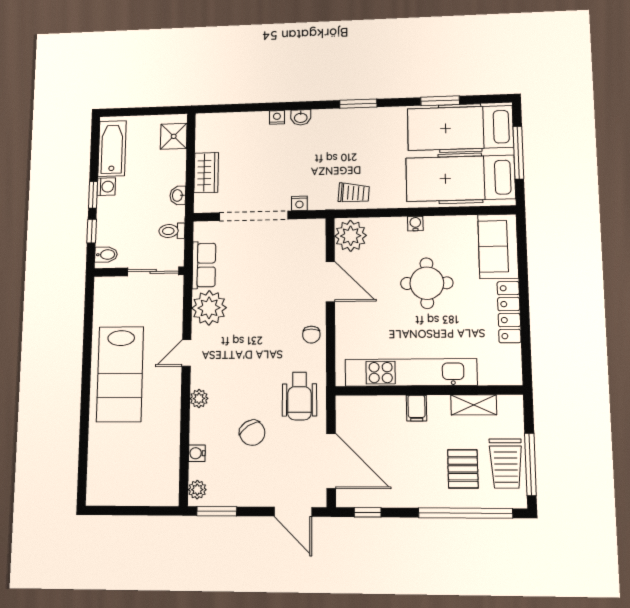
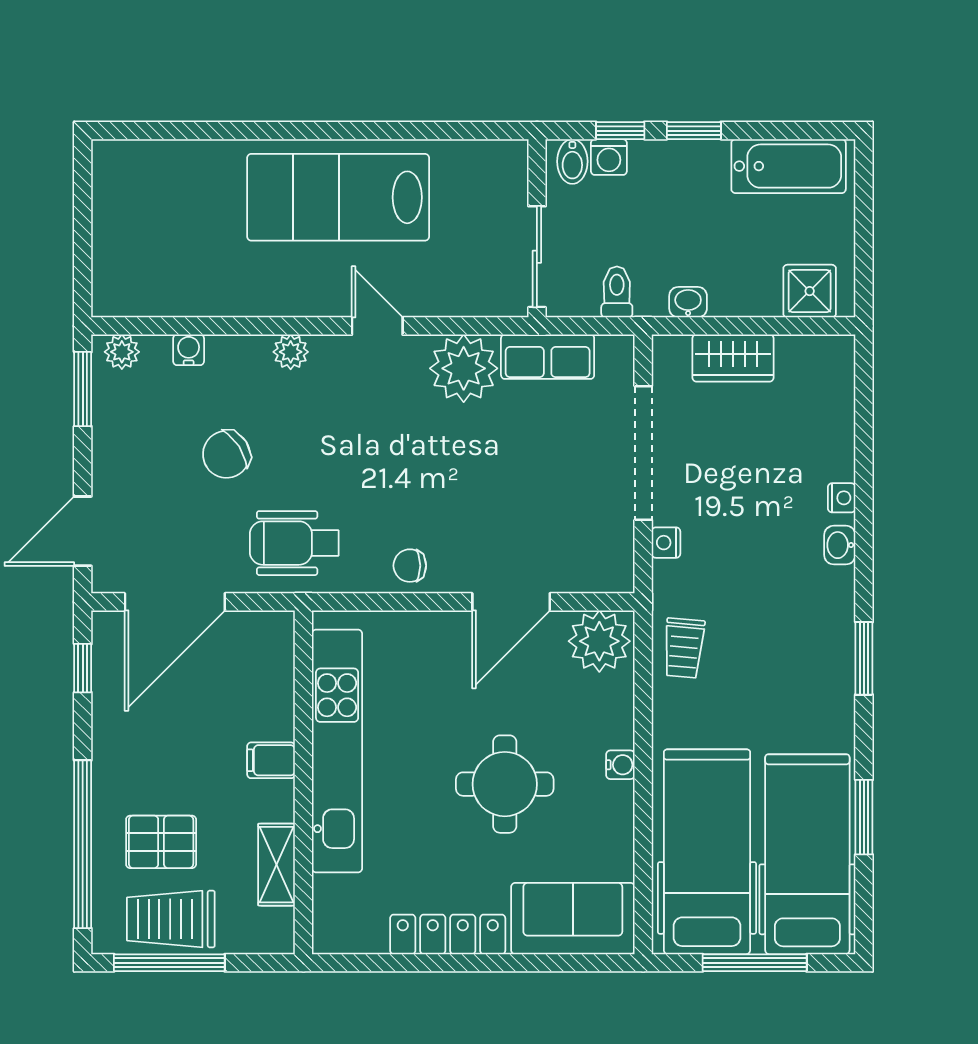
washing machine: (106, 187) -> (609, 157), moved

